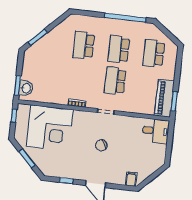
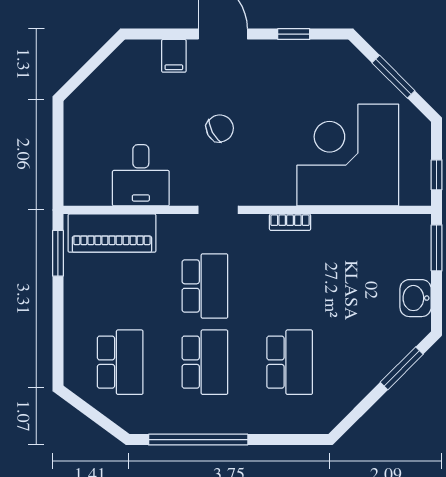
washbasin: (26, 88) -> (416, 298), moved
piano: (164, 98) -> (112, 233), moved, turned 90
desk: (156, 131) -> (141, 175), moved, turned -90
filing cabinet: (131, 179) -> (174, 56), moved

